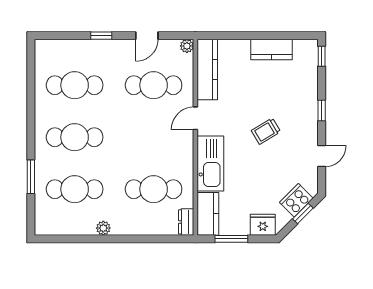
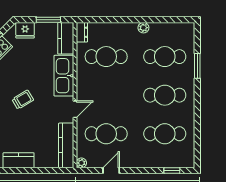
window: (101, 36) -> (172, 171), moved

